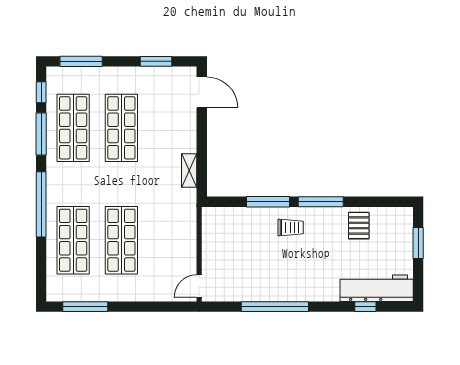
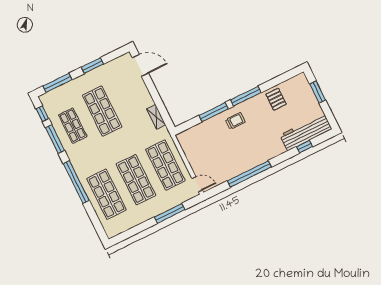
window: (156, 61) -> (92, 66), moved
shop shelf: (73, 128) -> (73, 126), width x0.70, depth x0.74
shop shelf: (170, 240) -> (165, 165), added
door: (199, 286) -> (197, 184), swing flipped
window: (85, 307) -> (170, 213), moved

